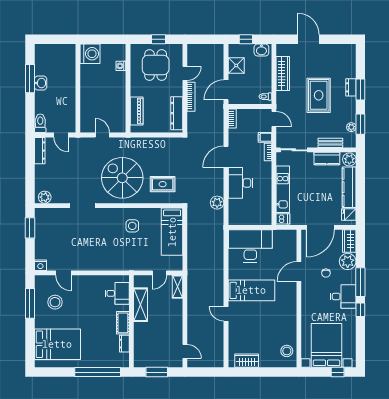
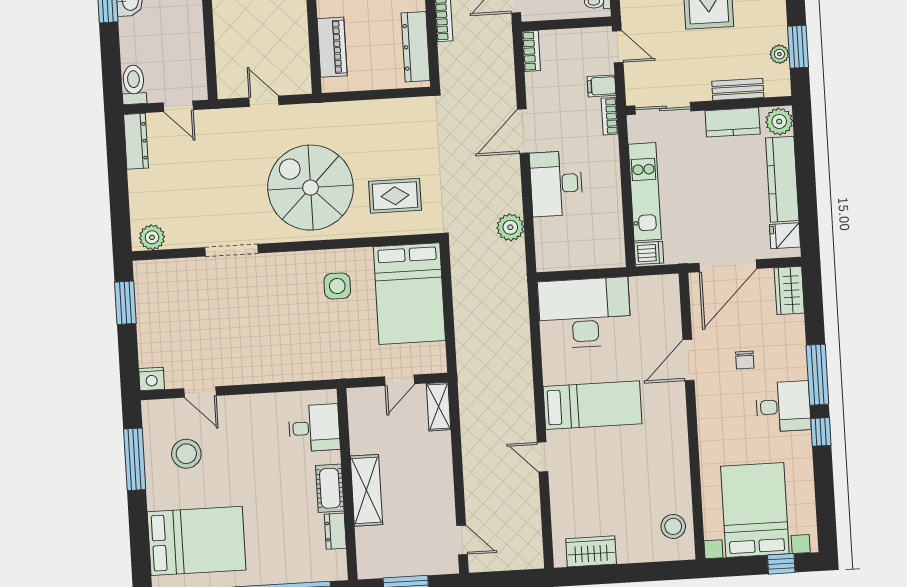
bed: (172, 232) -> (409, 294), width x1.50
plant: (348, 261) -> (788, 333), removed
shelving: (140, 305) -> (366, 490), moved

